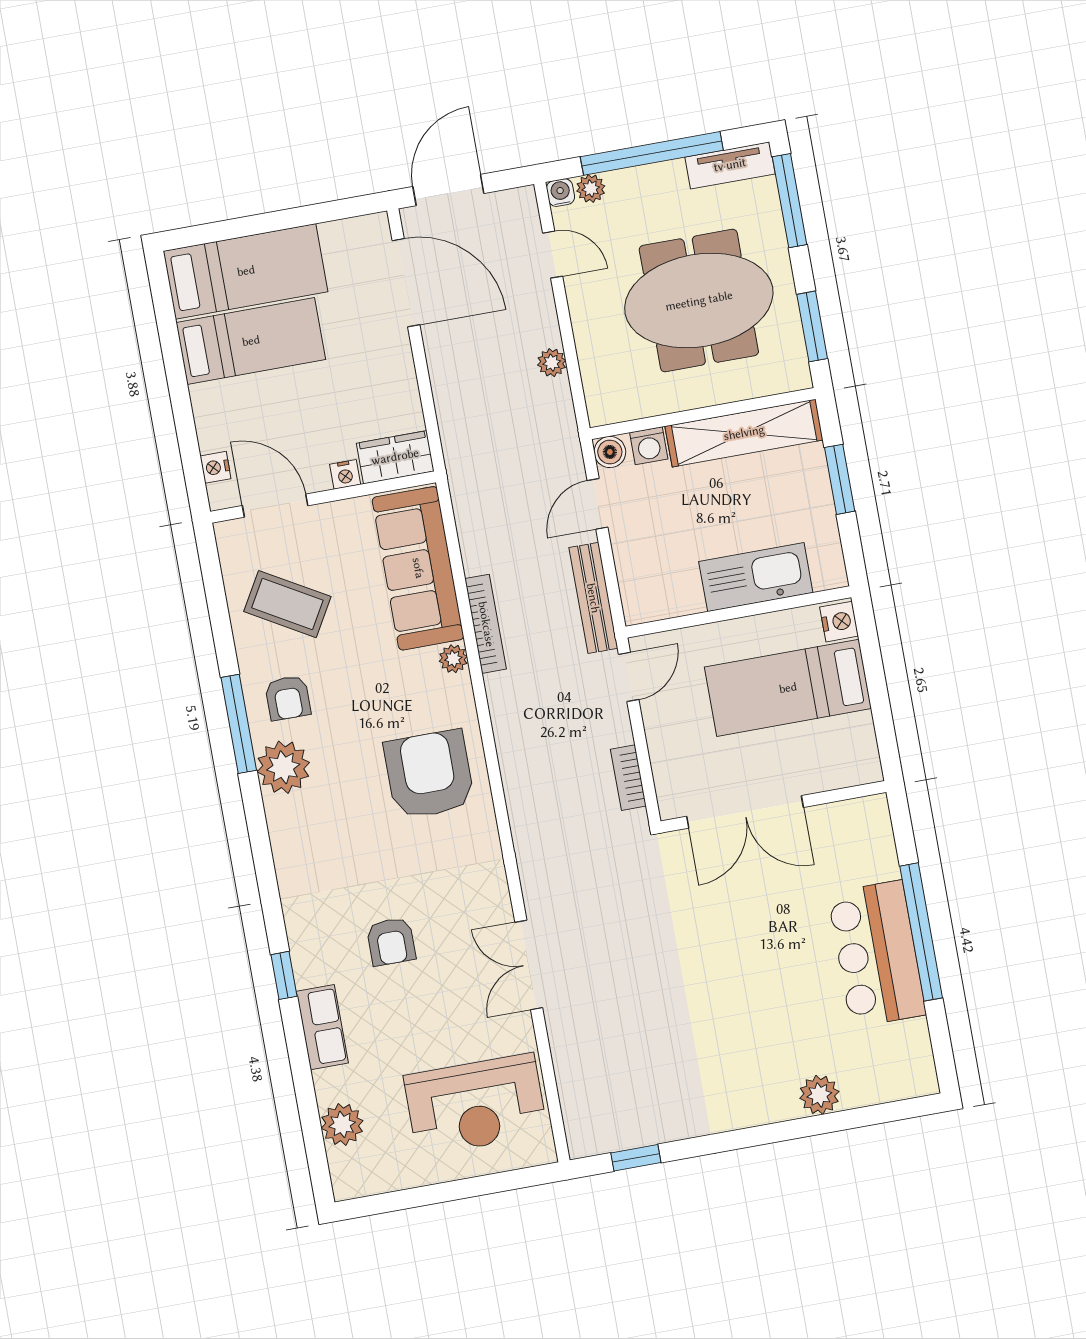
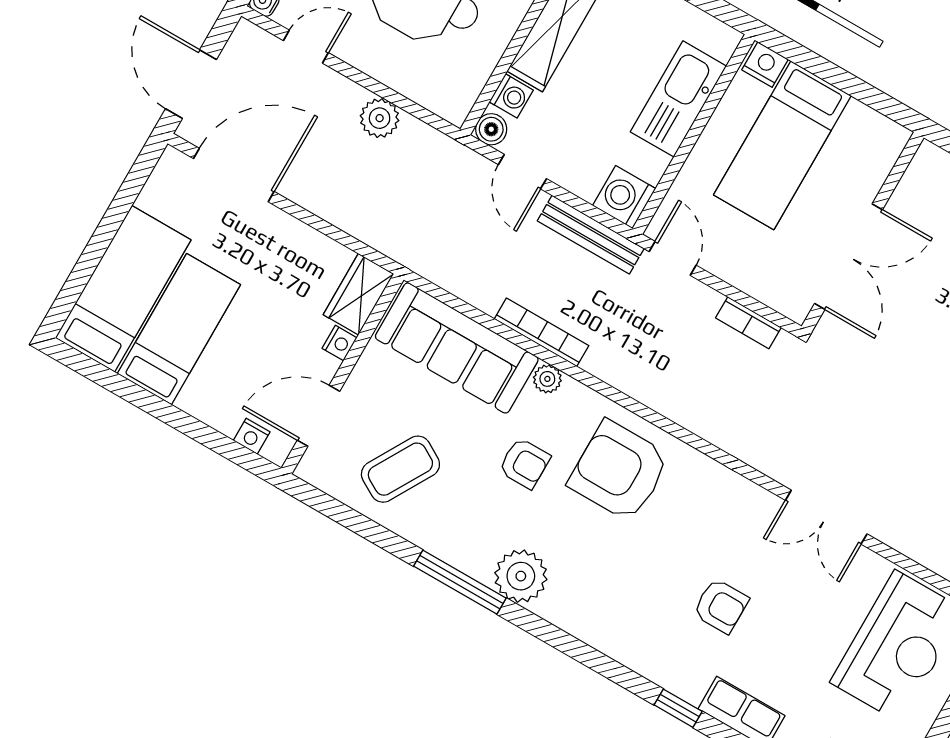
plant: (552, 363) -> (380, 118), width x1.38, depth x1.38
washing machine: (644, 599) -> (624, 197), added
armchair: (288, 698) -> (524, 463), moved

